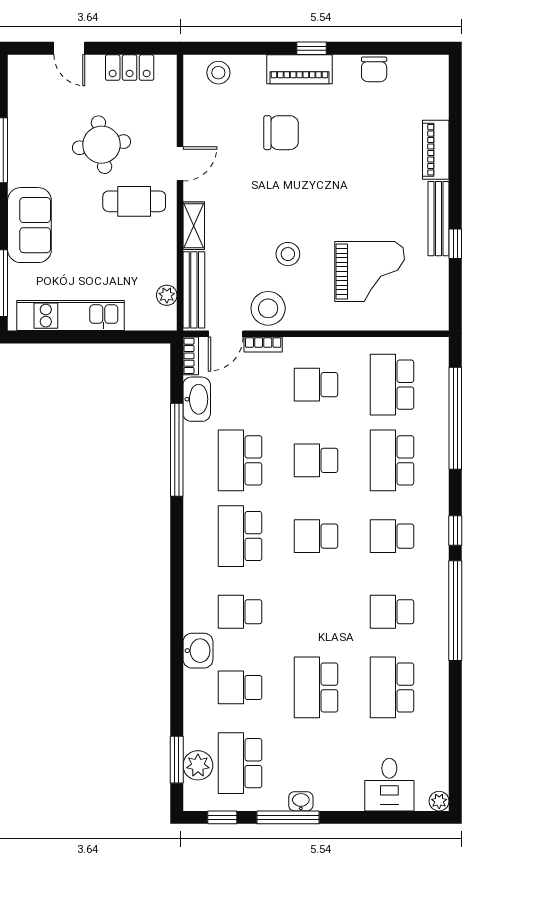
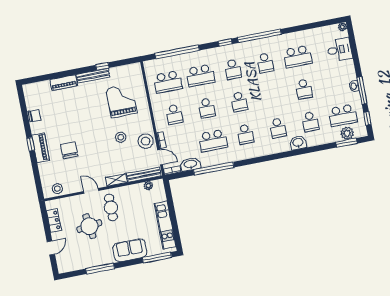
stool: (218, 73) -> (57, 189), moved
school desk: (240, 536) -> (245, 134), width x0.54
school desk: (316, 687) -> (304, 89), width x0.54

